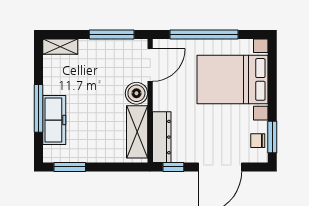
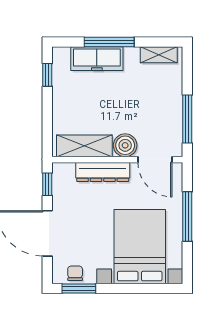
window: (204, 34) -> (187, 217), width x0.68
shelving: (60, 47) -> (159, 55), moved, turned 90
dresser: (162, 137) -> (103, 172), moved
window: (70, 167) -> (47, 75), width x0.67

